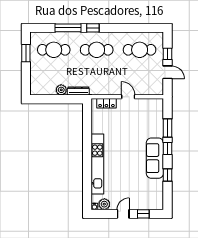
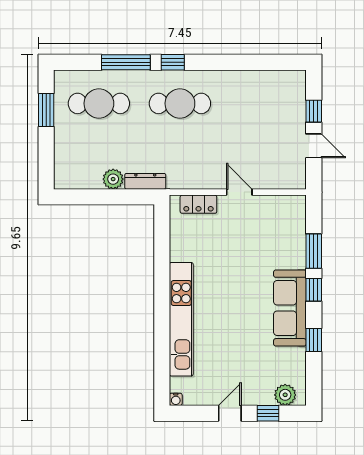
cafe table: (140, 50) -> (261, 103), removed
plant: (104, 204) -> (285, 395), moved

